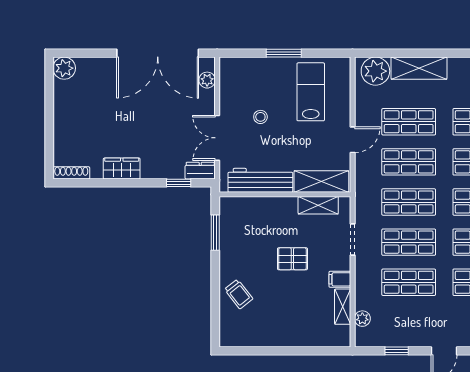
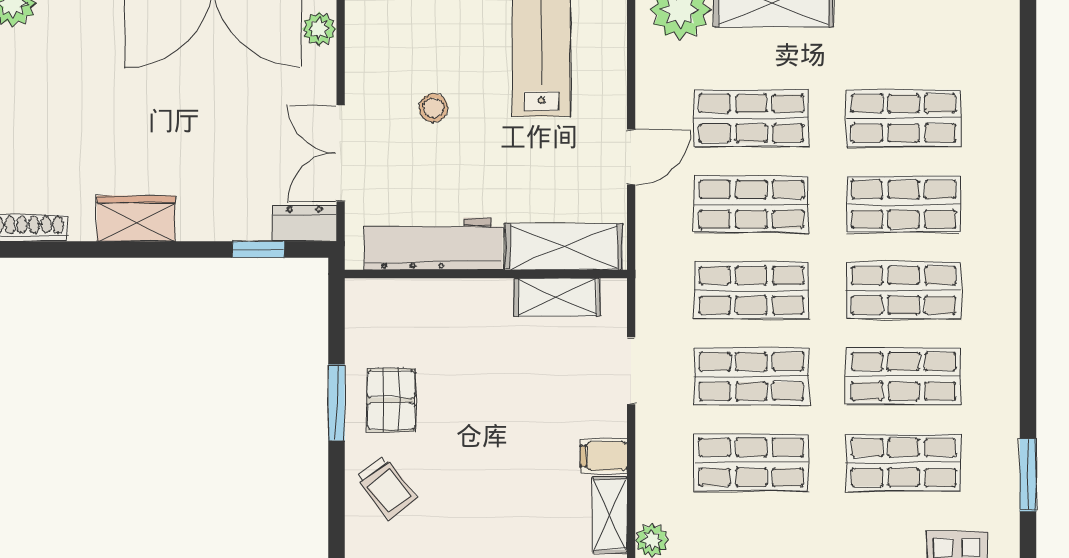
window: (215, 233) -> (337, 402), moved
pallet: (292, 259) -> (391, 400), moved, turned 90

